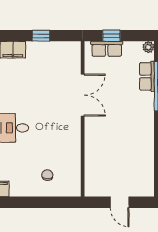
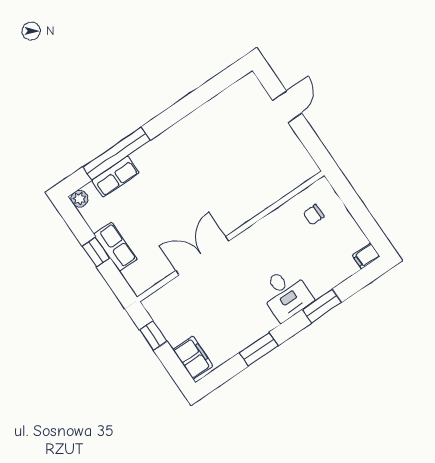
double door: (83, 95) -> (202, 256), moved
wall: (83, 119) -> (231, 236), moved

